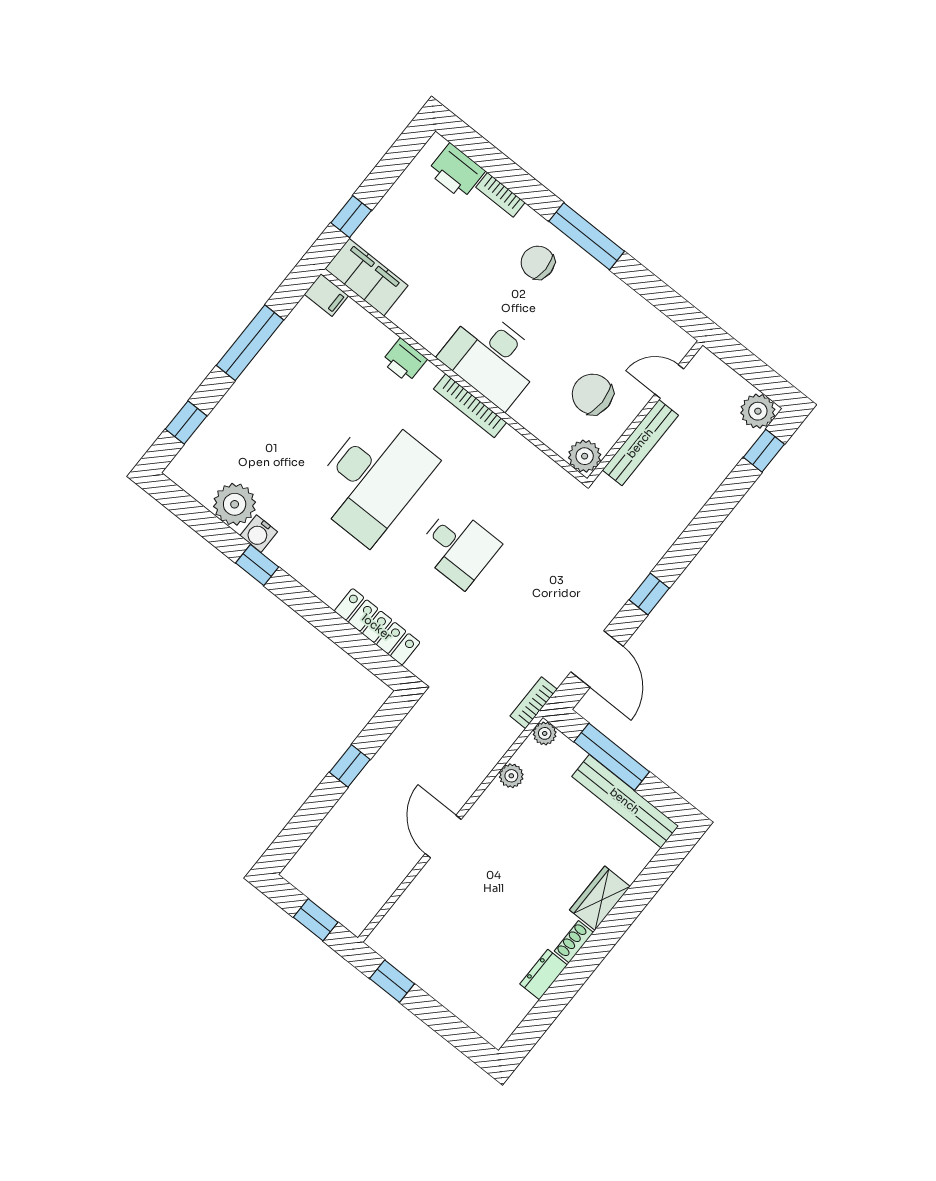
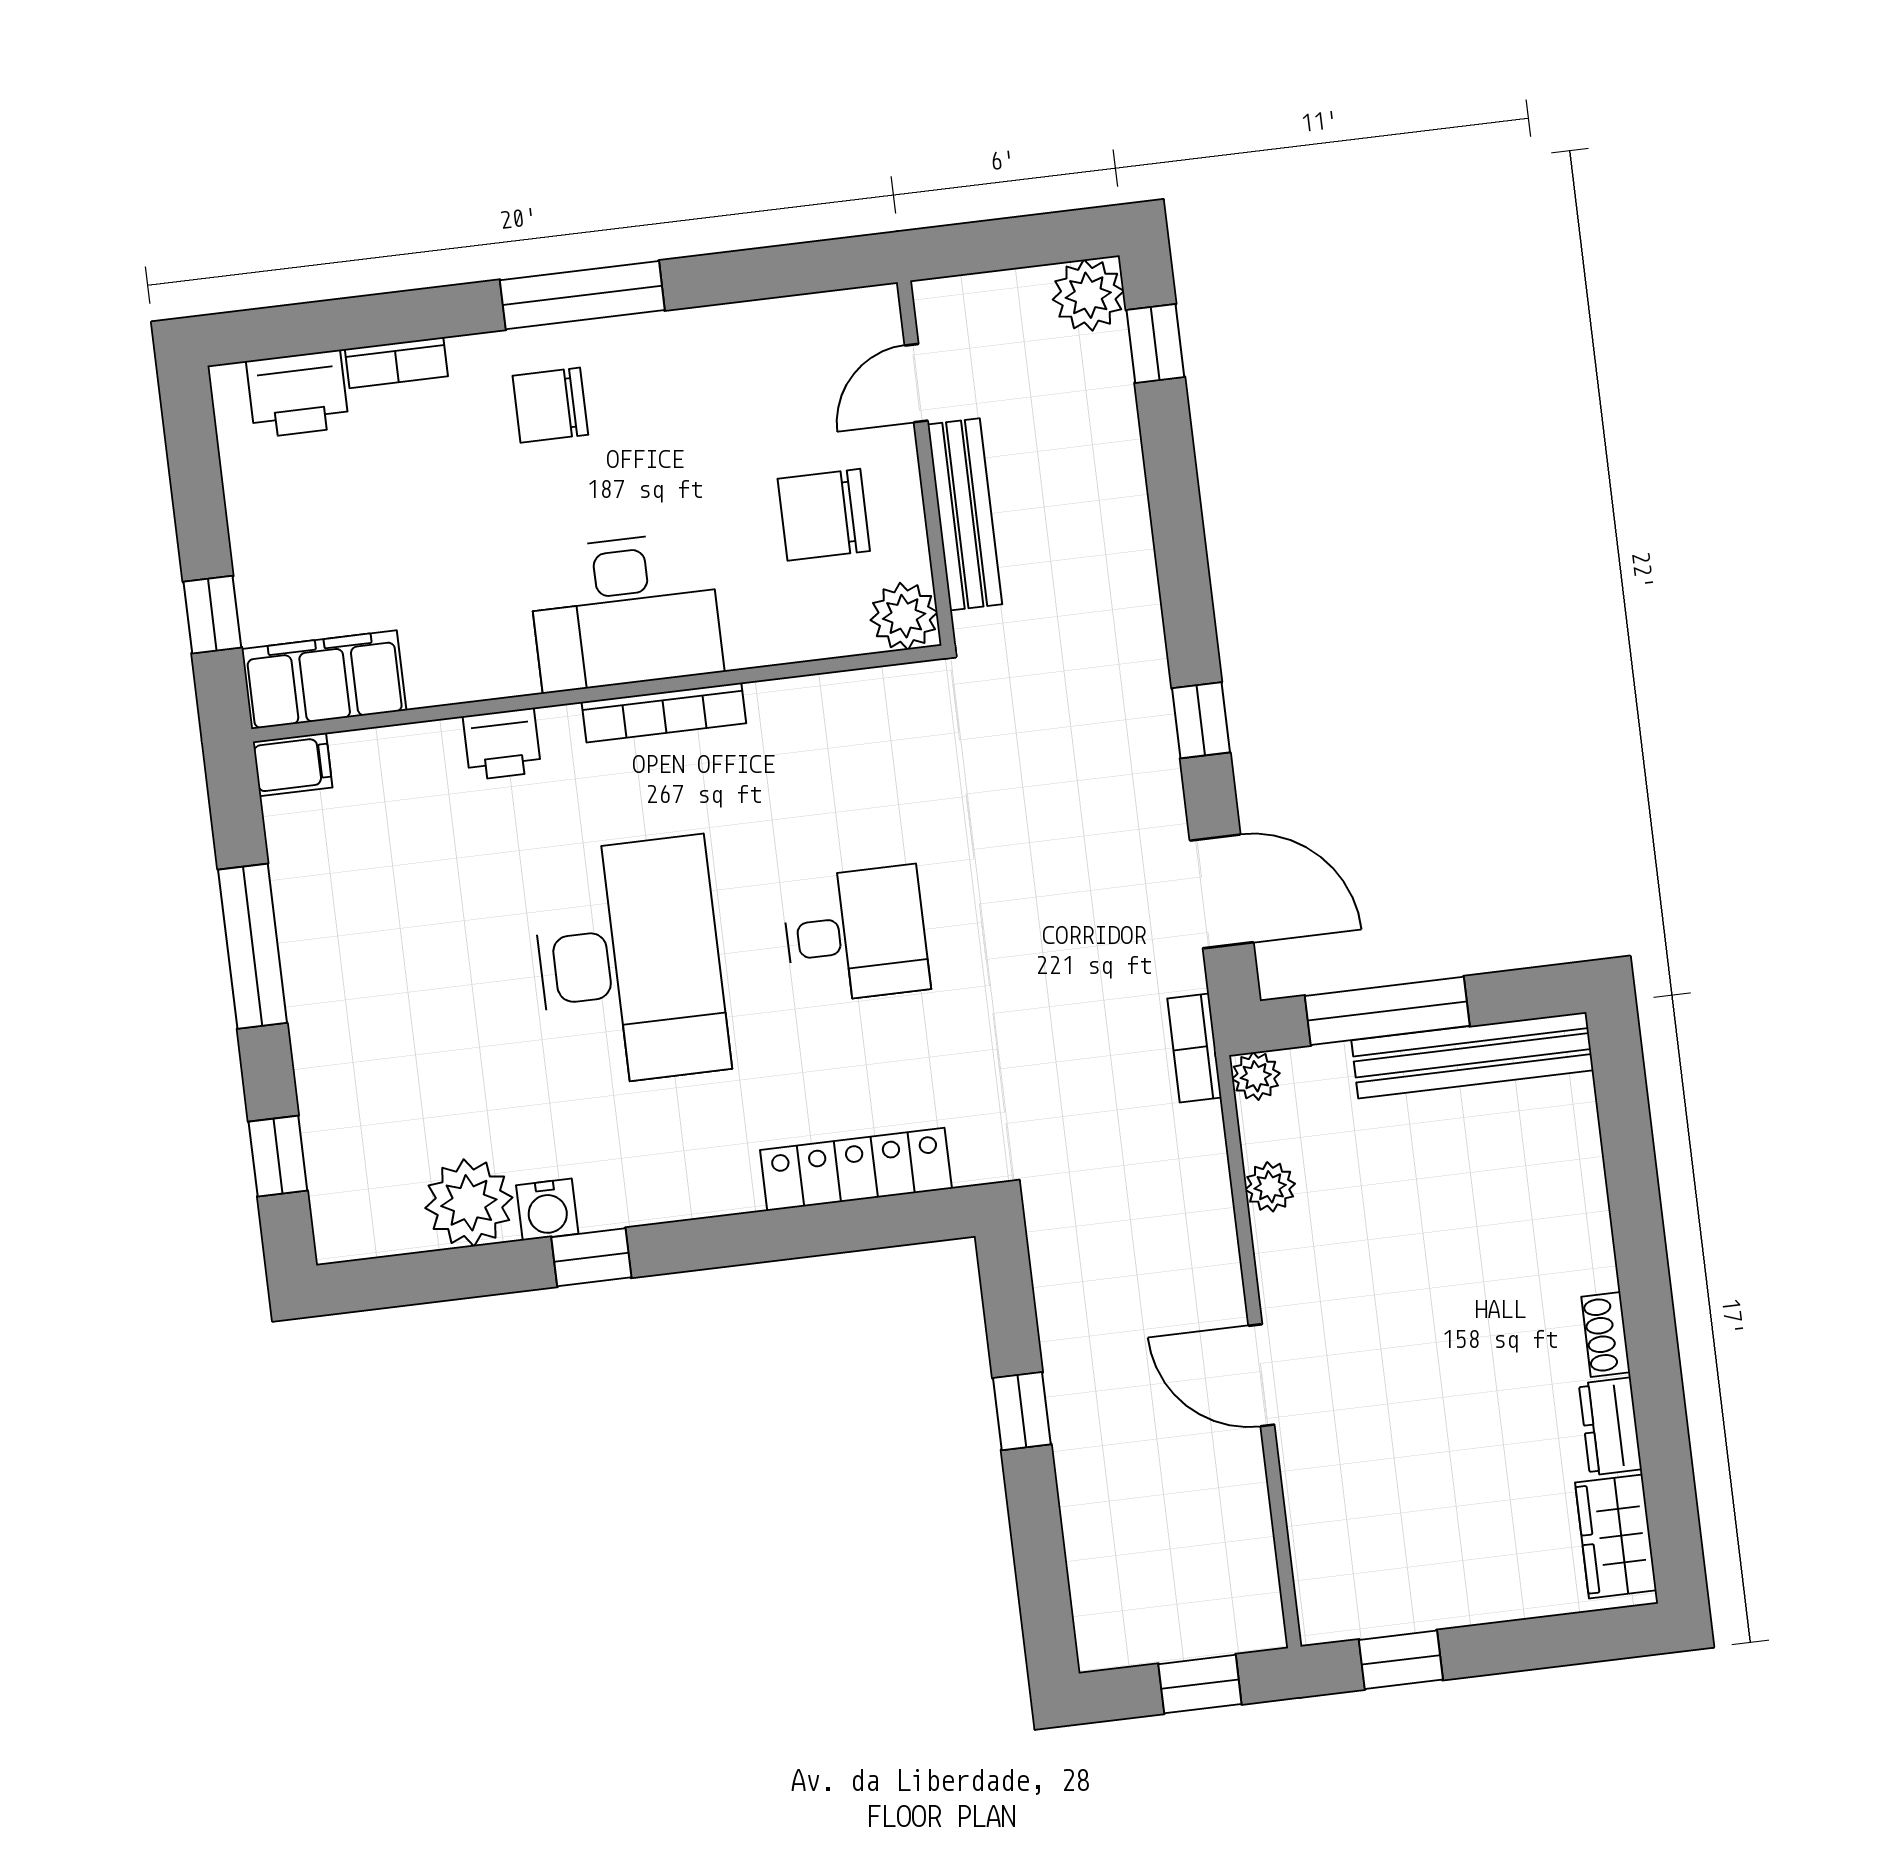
wardrobe: (600, 898) -> (1616, 1536), moved

